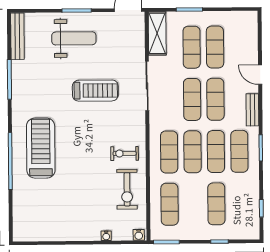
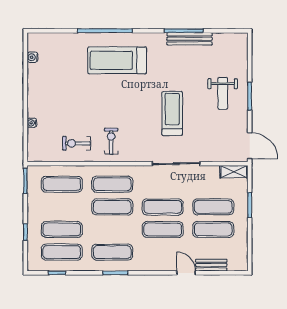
shelving: (157, 33) -> (234, 172), width x0.67, depth x0.75
bench: (17, 36) -> (189, 39), moved
weight bench: (74, 38) -> (223, 93), width x0.73, depth x0.75
door: (260, 75) -> (186, 273), hinge flipped
treadmill: (95, 91) -> (172, 114), turned 180
bench: (252, 110) -> (211, 265), moved
treadmill: (41, 148) -> (117, 60), turned 180
exercise mat: (216, 152) -> (62, 252), moved
exercise bike: (127, 189) -> (77, 143), width x0.73, depth x0.72
water cooler: (139, 235) -> (32, 57), moved

